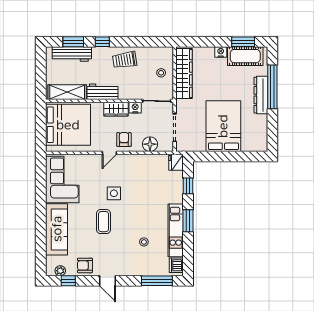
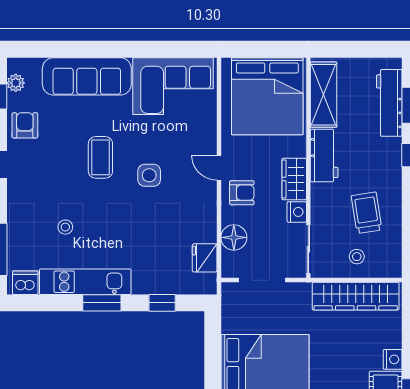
trolley: (125, 60) -> (367, 213), moved
fridge: (176, 162) -> (205, 258), moved, turned -90
coffee table: (103, 222) -> (100, 157), turned 90

